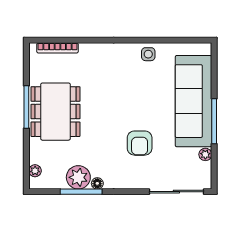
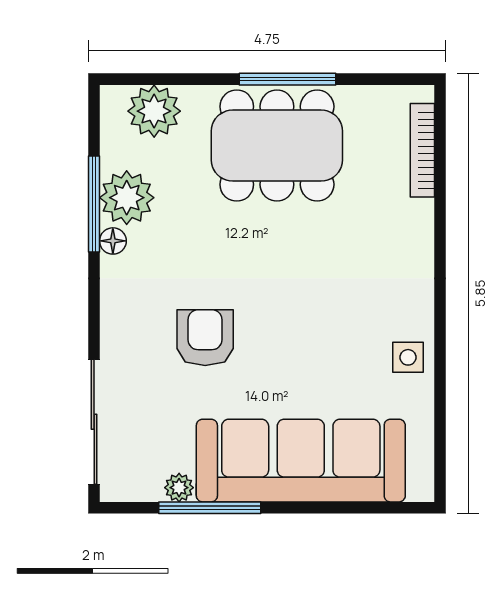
window: (214, 121) -> (210, 508), moved
armchair: (140, 143) -> (205, 338), turned 90
plant: (35, 171) -> (154, 111), width x1.87, depth x1.87

